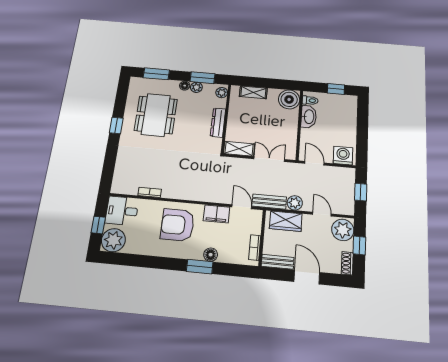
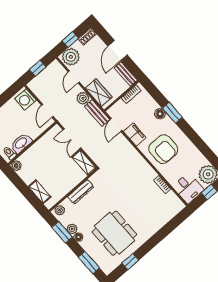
boiler: (289, 99) -> (16, 166), width x0.54, depth x0.54
dining table: (156, 115) -> (114, 233), turned 90
window: (116, 125) -> (130, 262), moved

